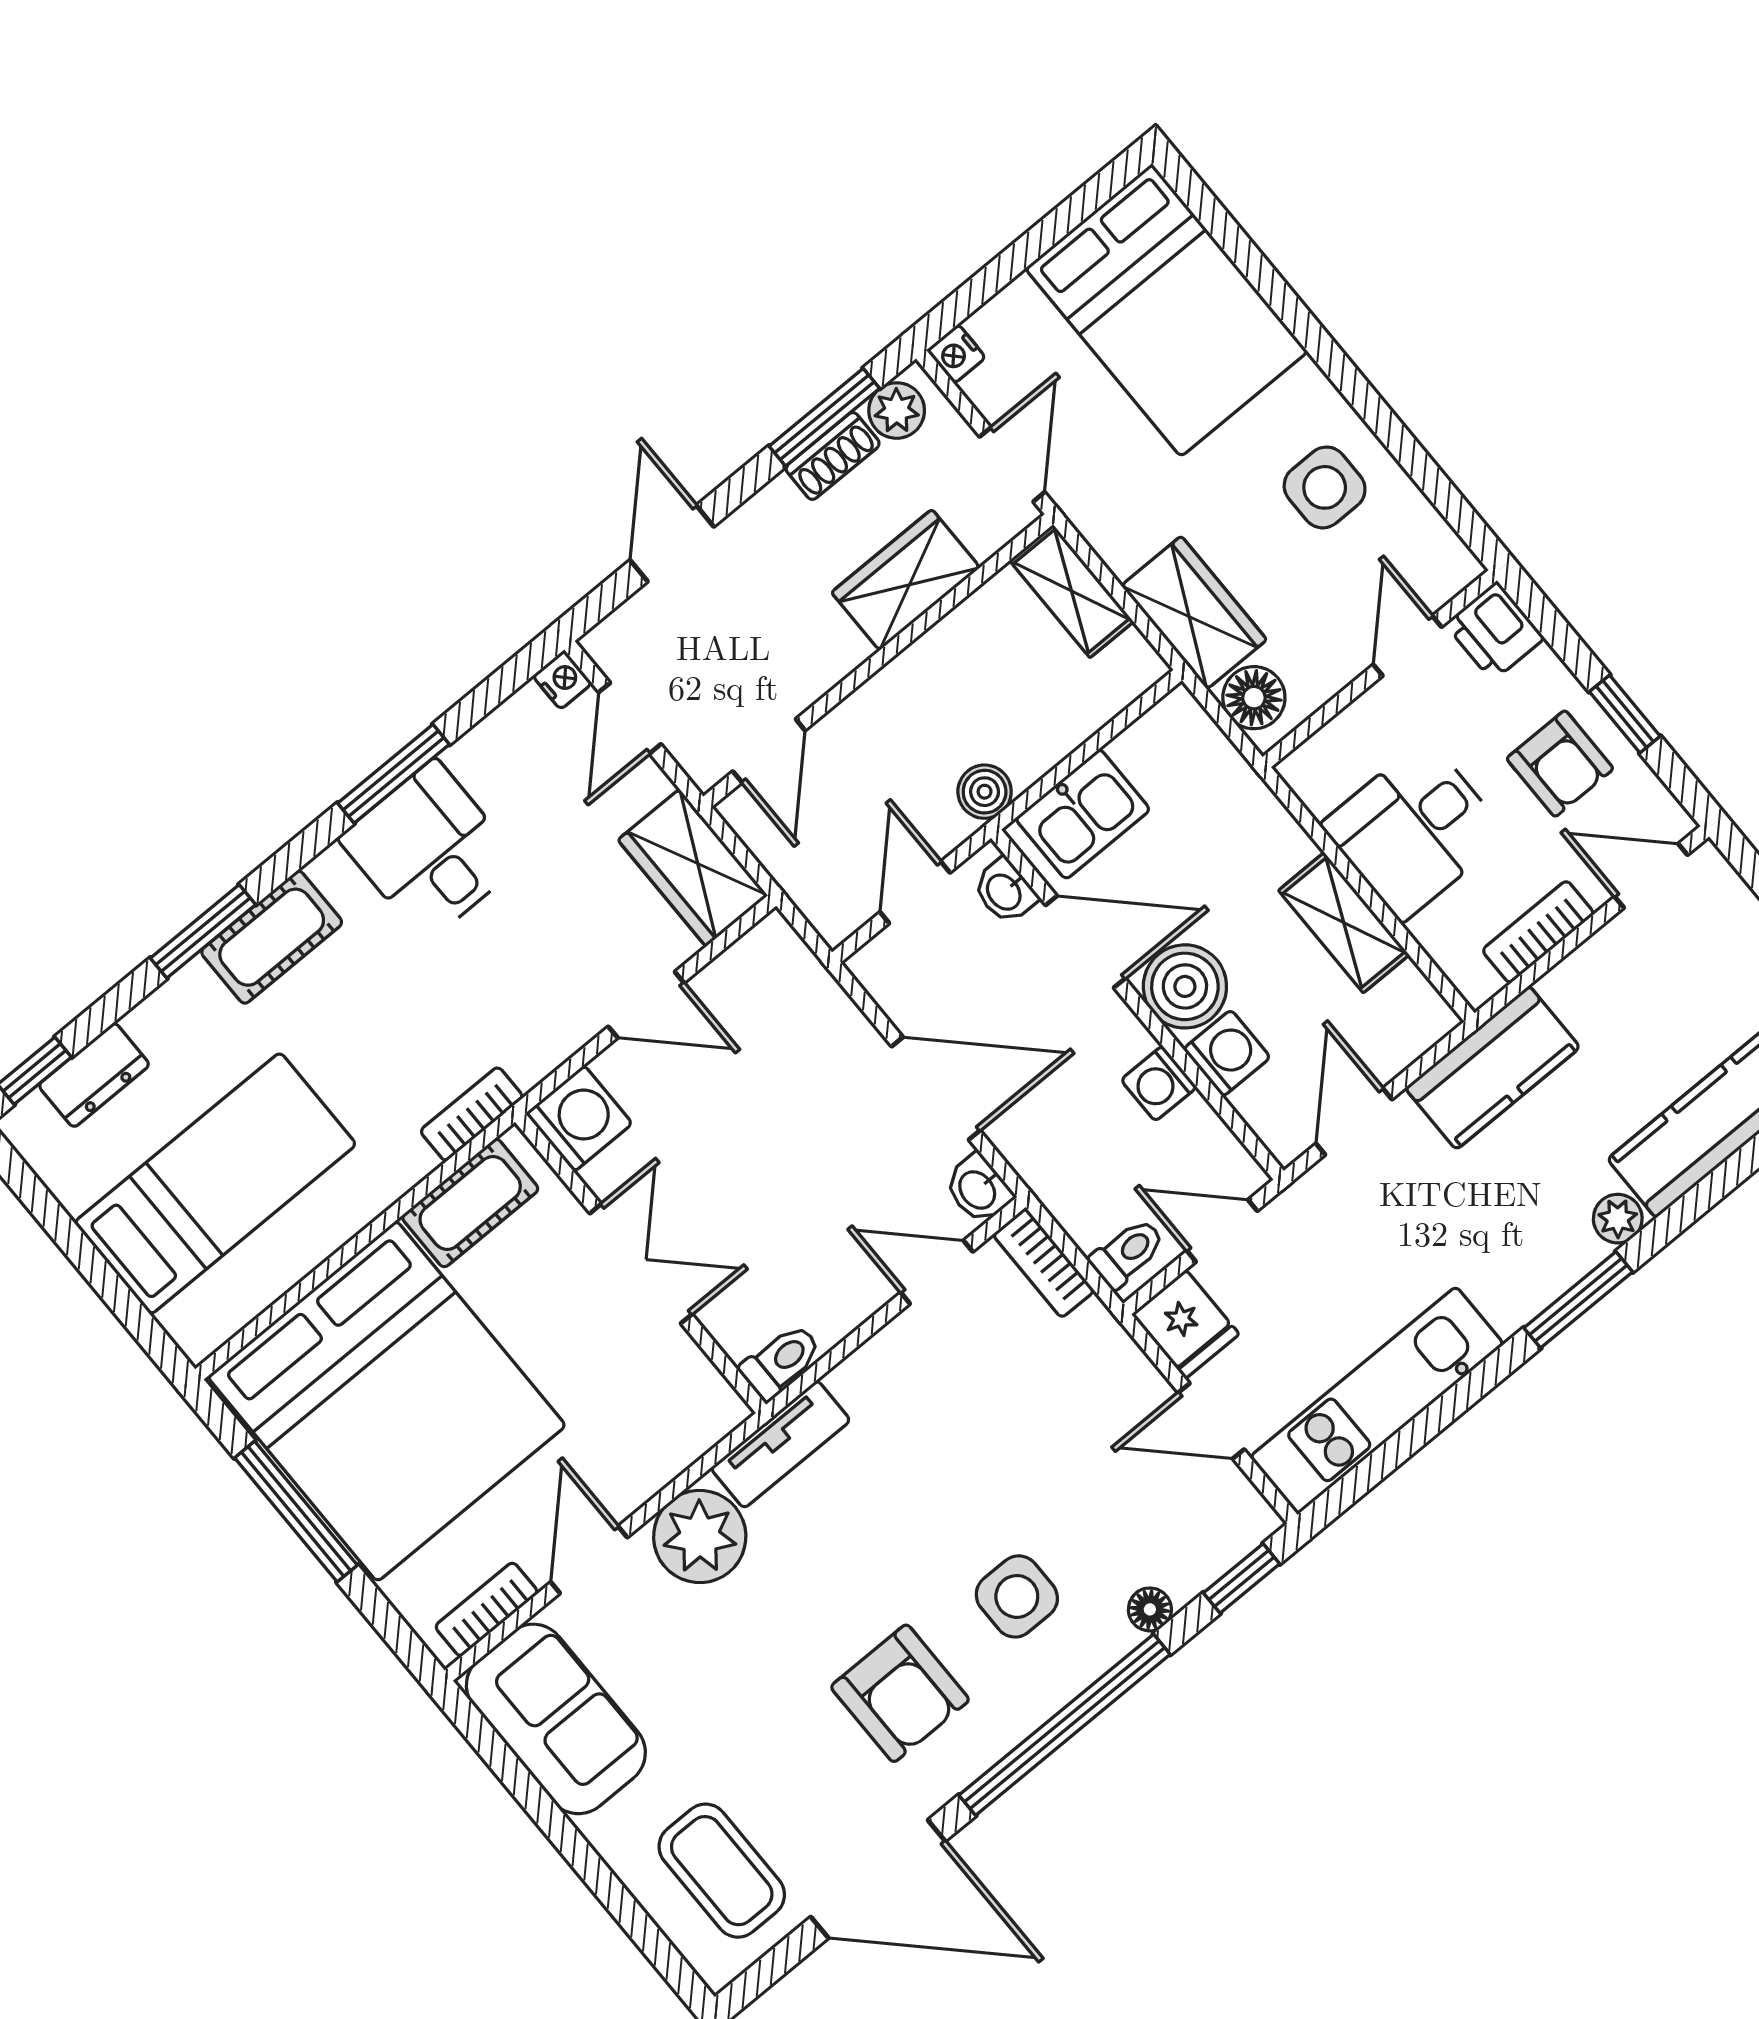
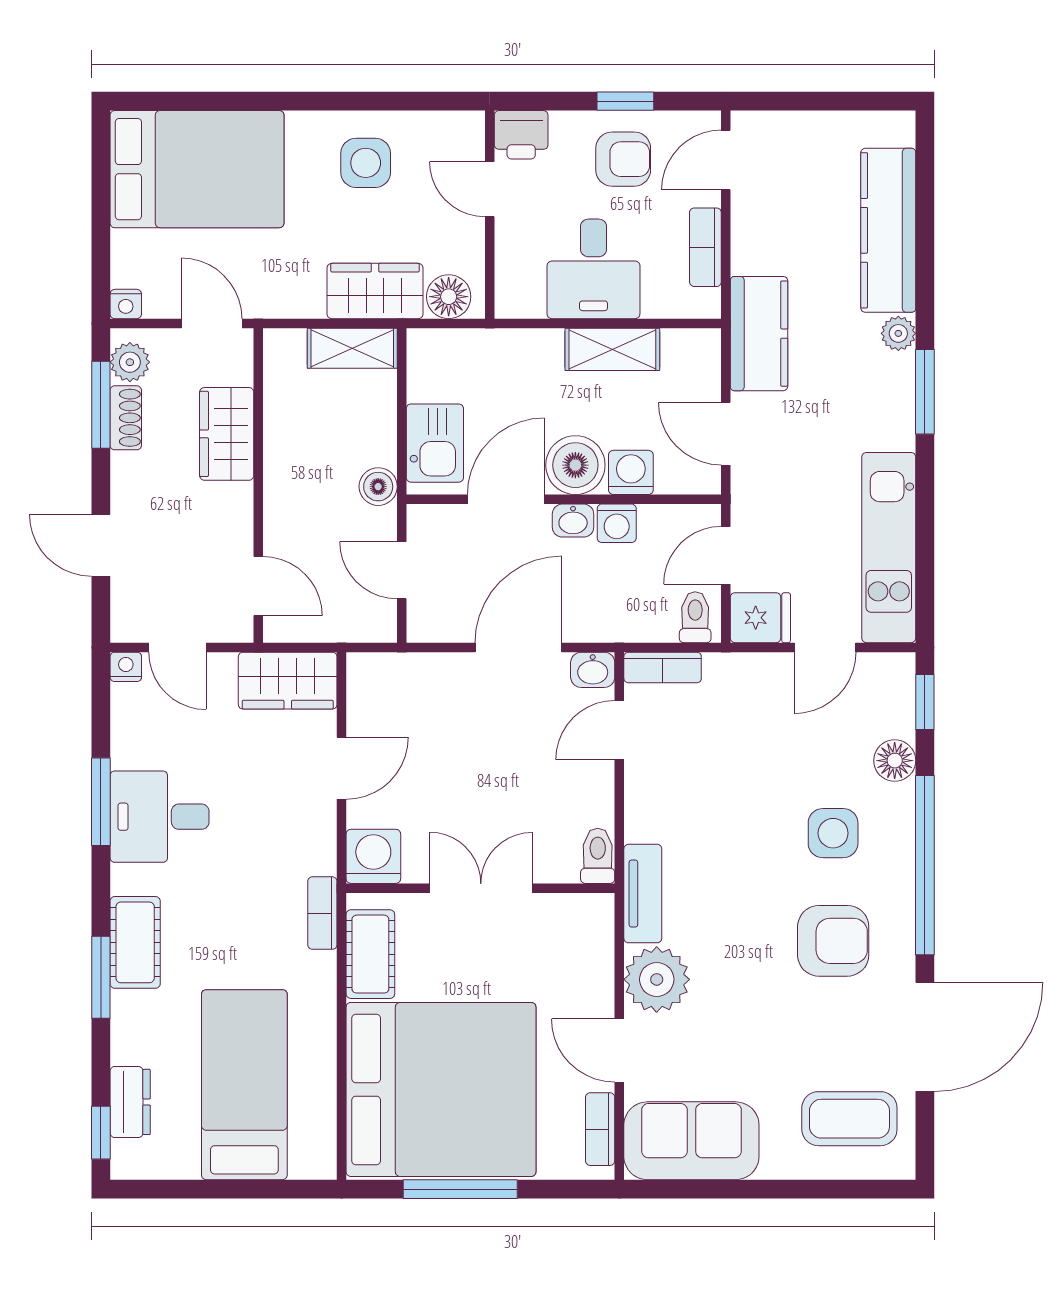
shelving: (1072, 591) -> (352, 348), moved
washbasin: (1005, 891) -> (573, 521), moved
floor lamp: (1150, 1609) -> (895, 761), width x1.37, depth x1.37

